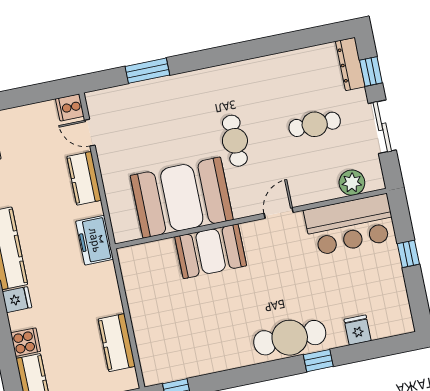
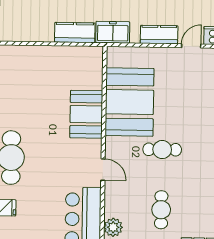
kitchen counter: (117, 343) -> (75, 33), moved

